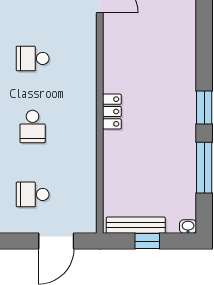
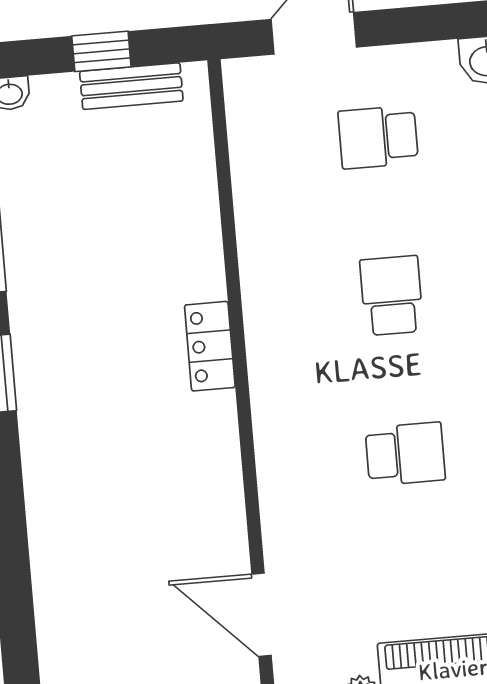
school desk: (33, 194) -> (378, 137), turned 180
bench: (136, 225) -> (131, 86), width x0.73

